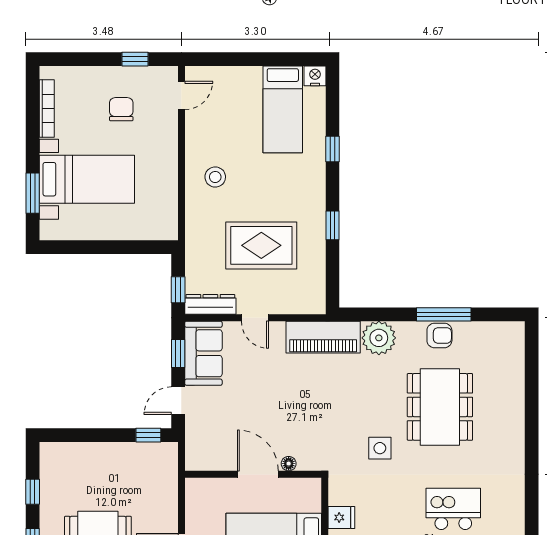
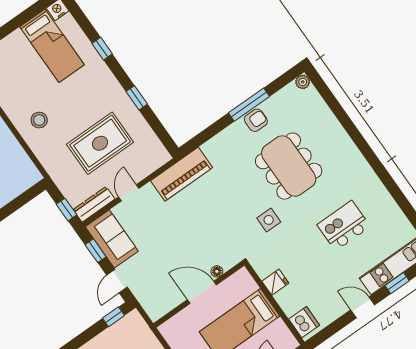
door: (255, 318) -> (129, 193), swing flipped
plant: (379, 338) -> (303, 82), moved, width x0.53, depth x0.53

